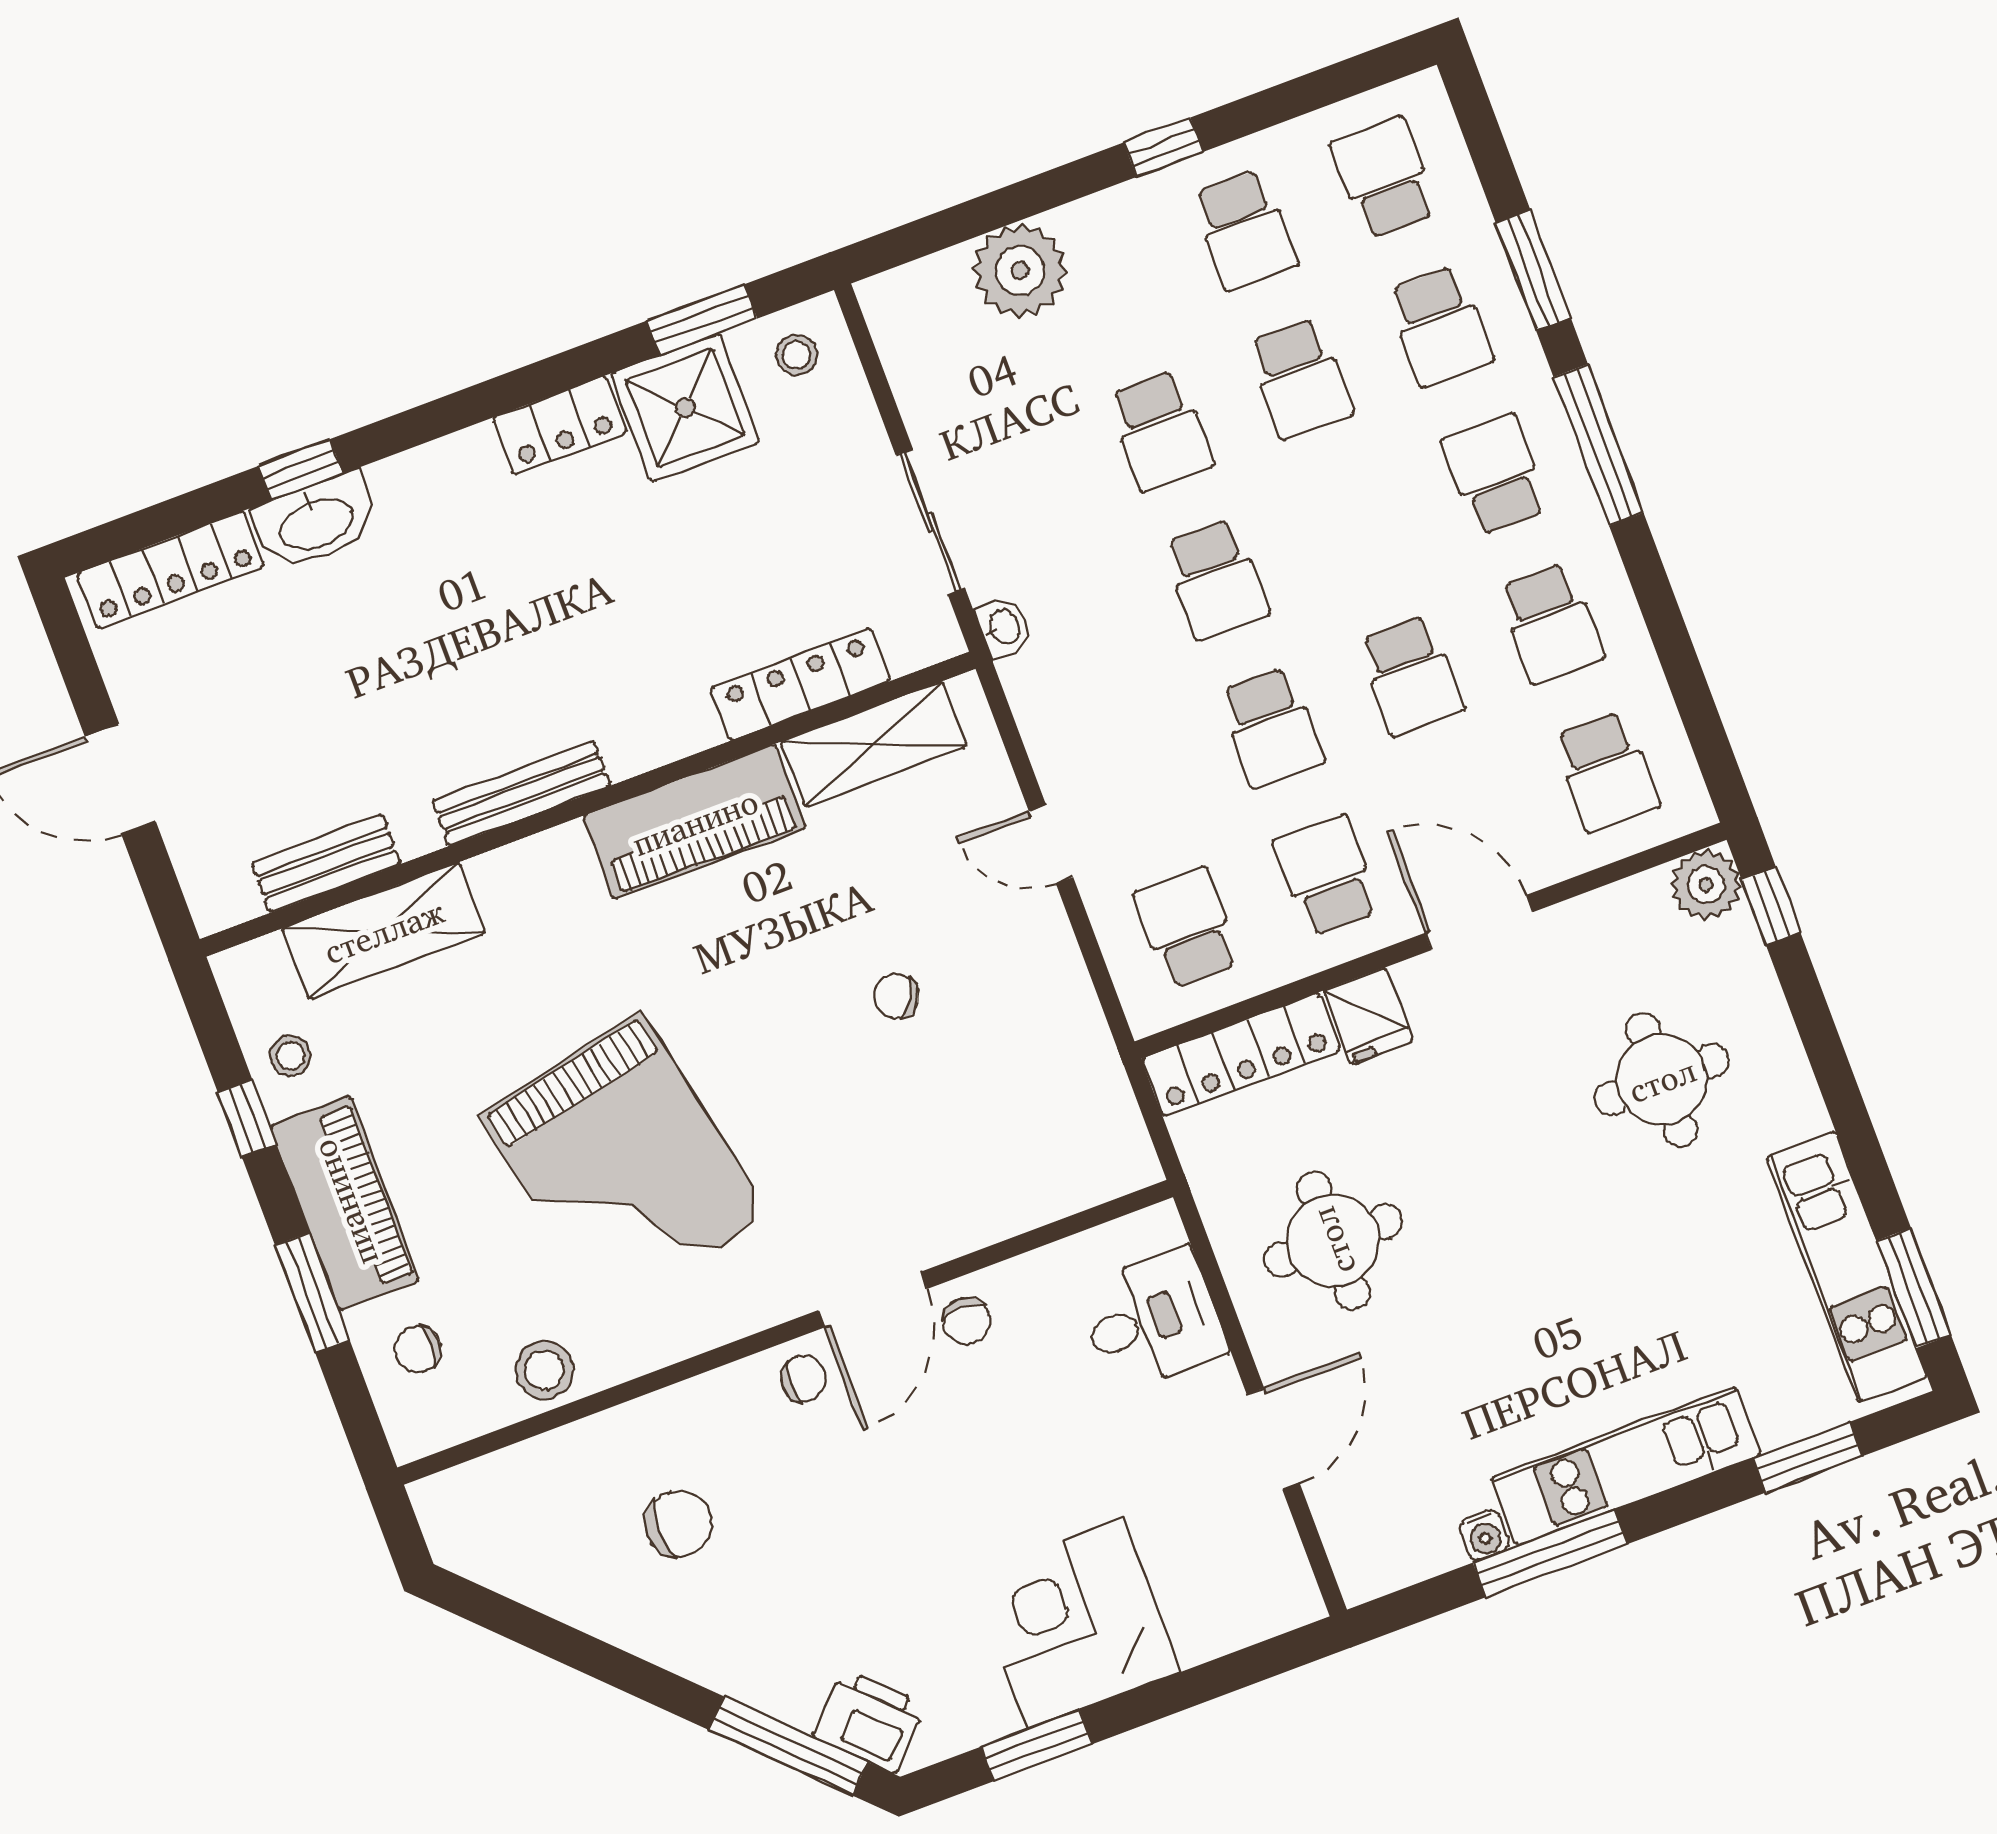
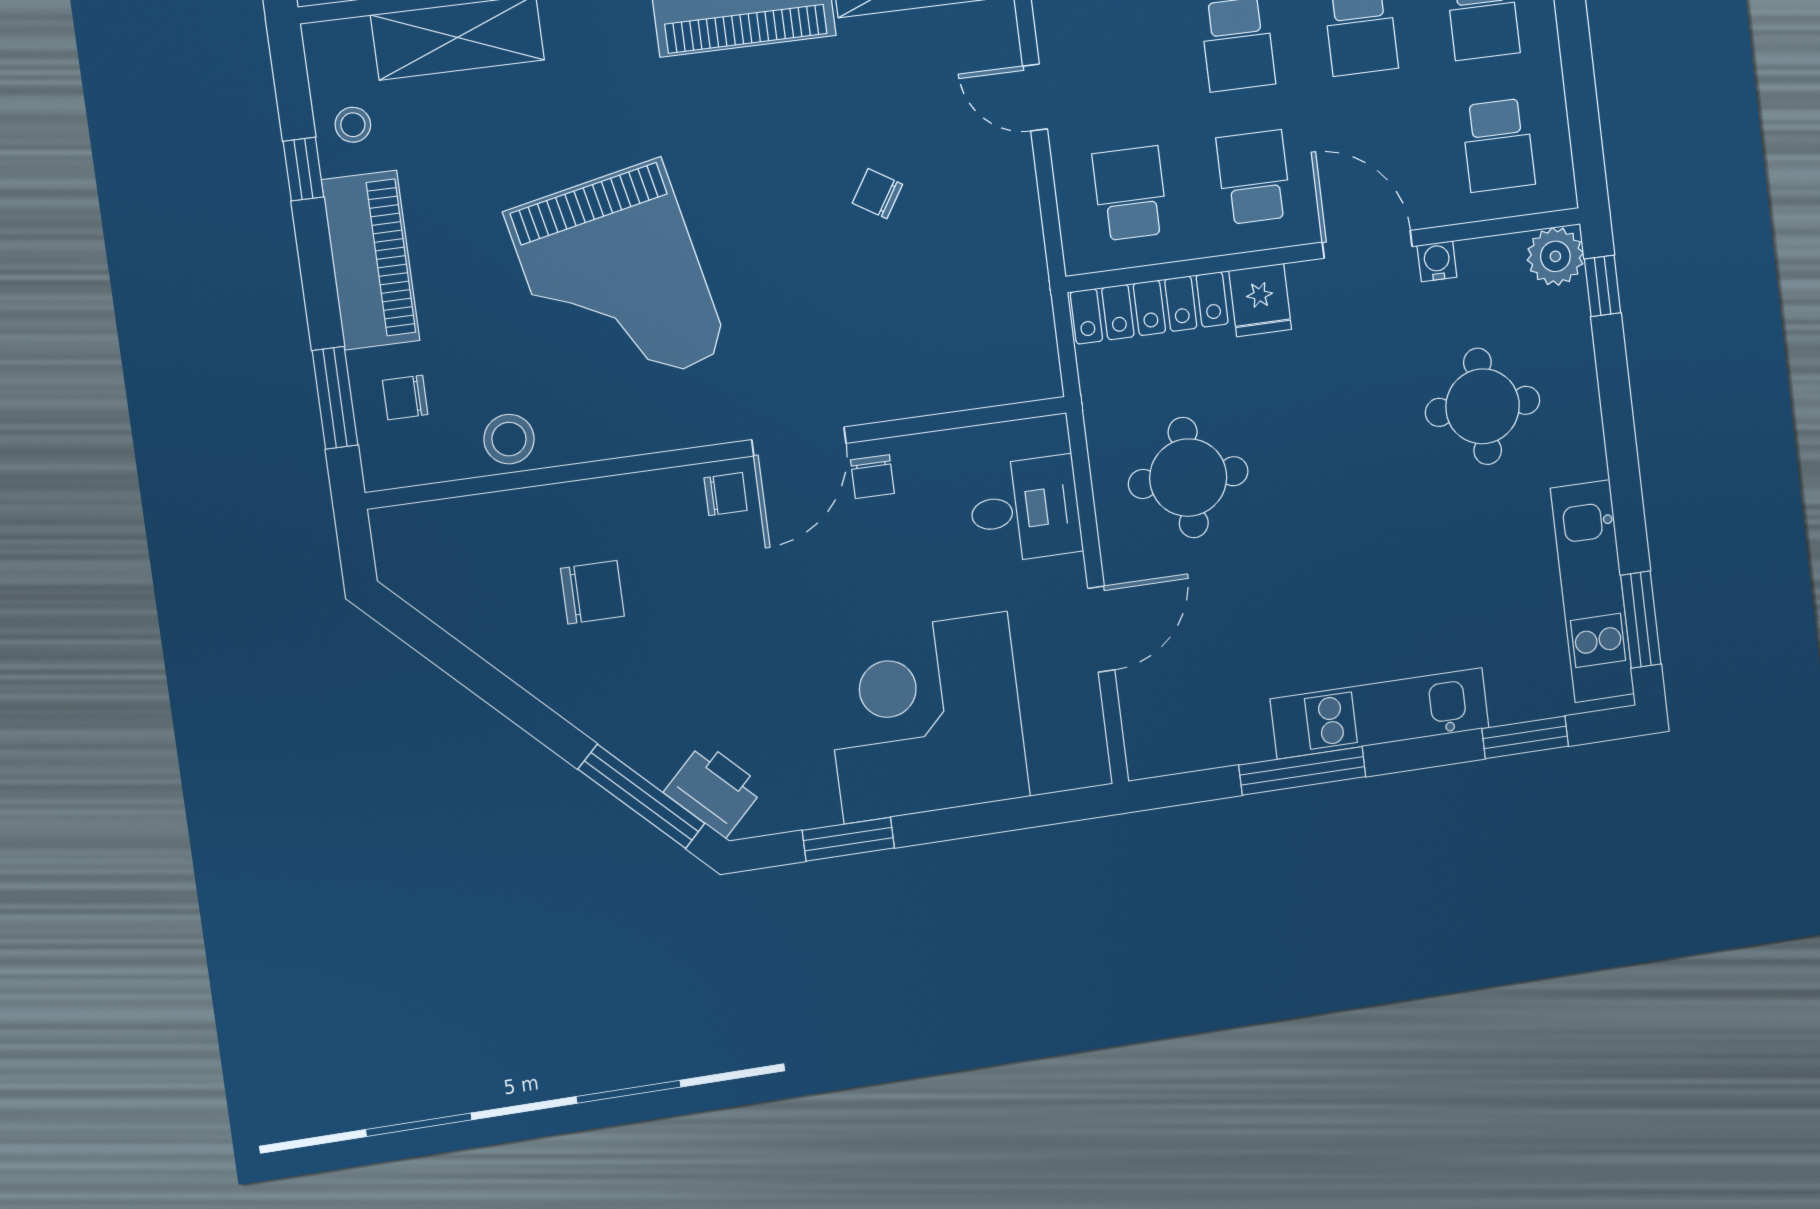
window: (312, 1293) -> (335, 398), moved
water cooler: (1484, 1535) -> (1437, 261), moved, turned 180
corner desk: (1076, 1624) -> (926, 718), width x1.36, depth x1.36

